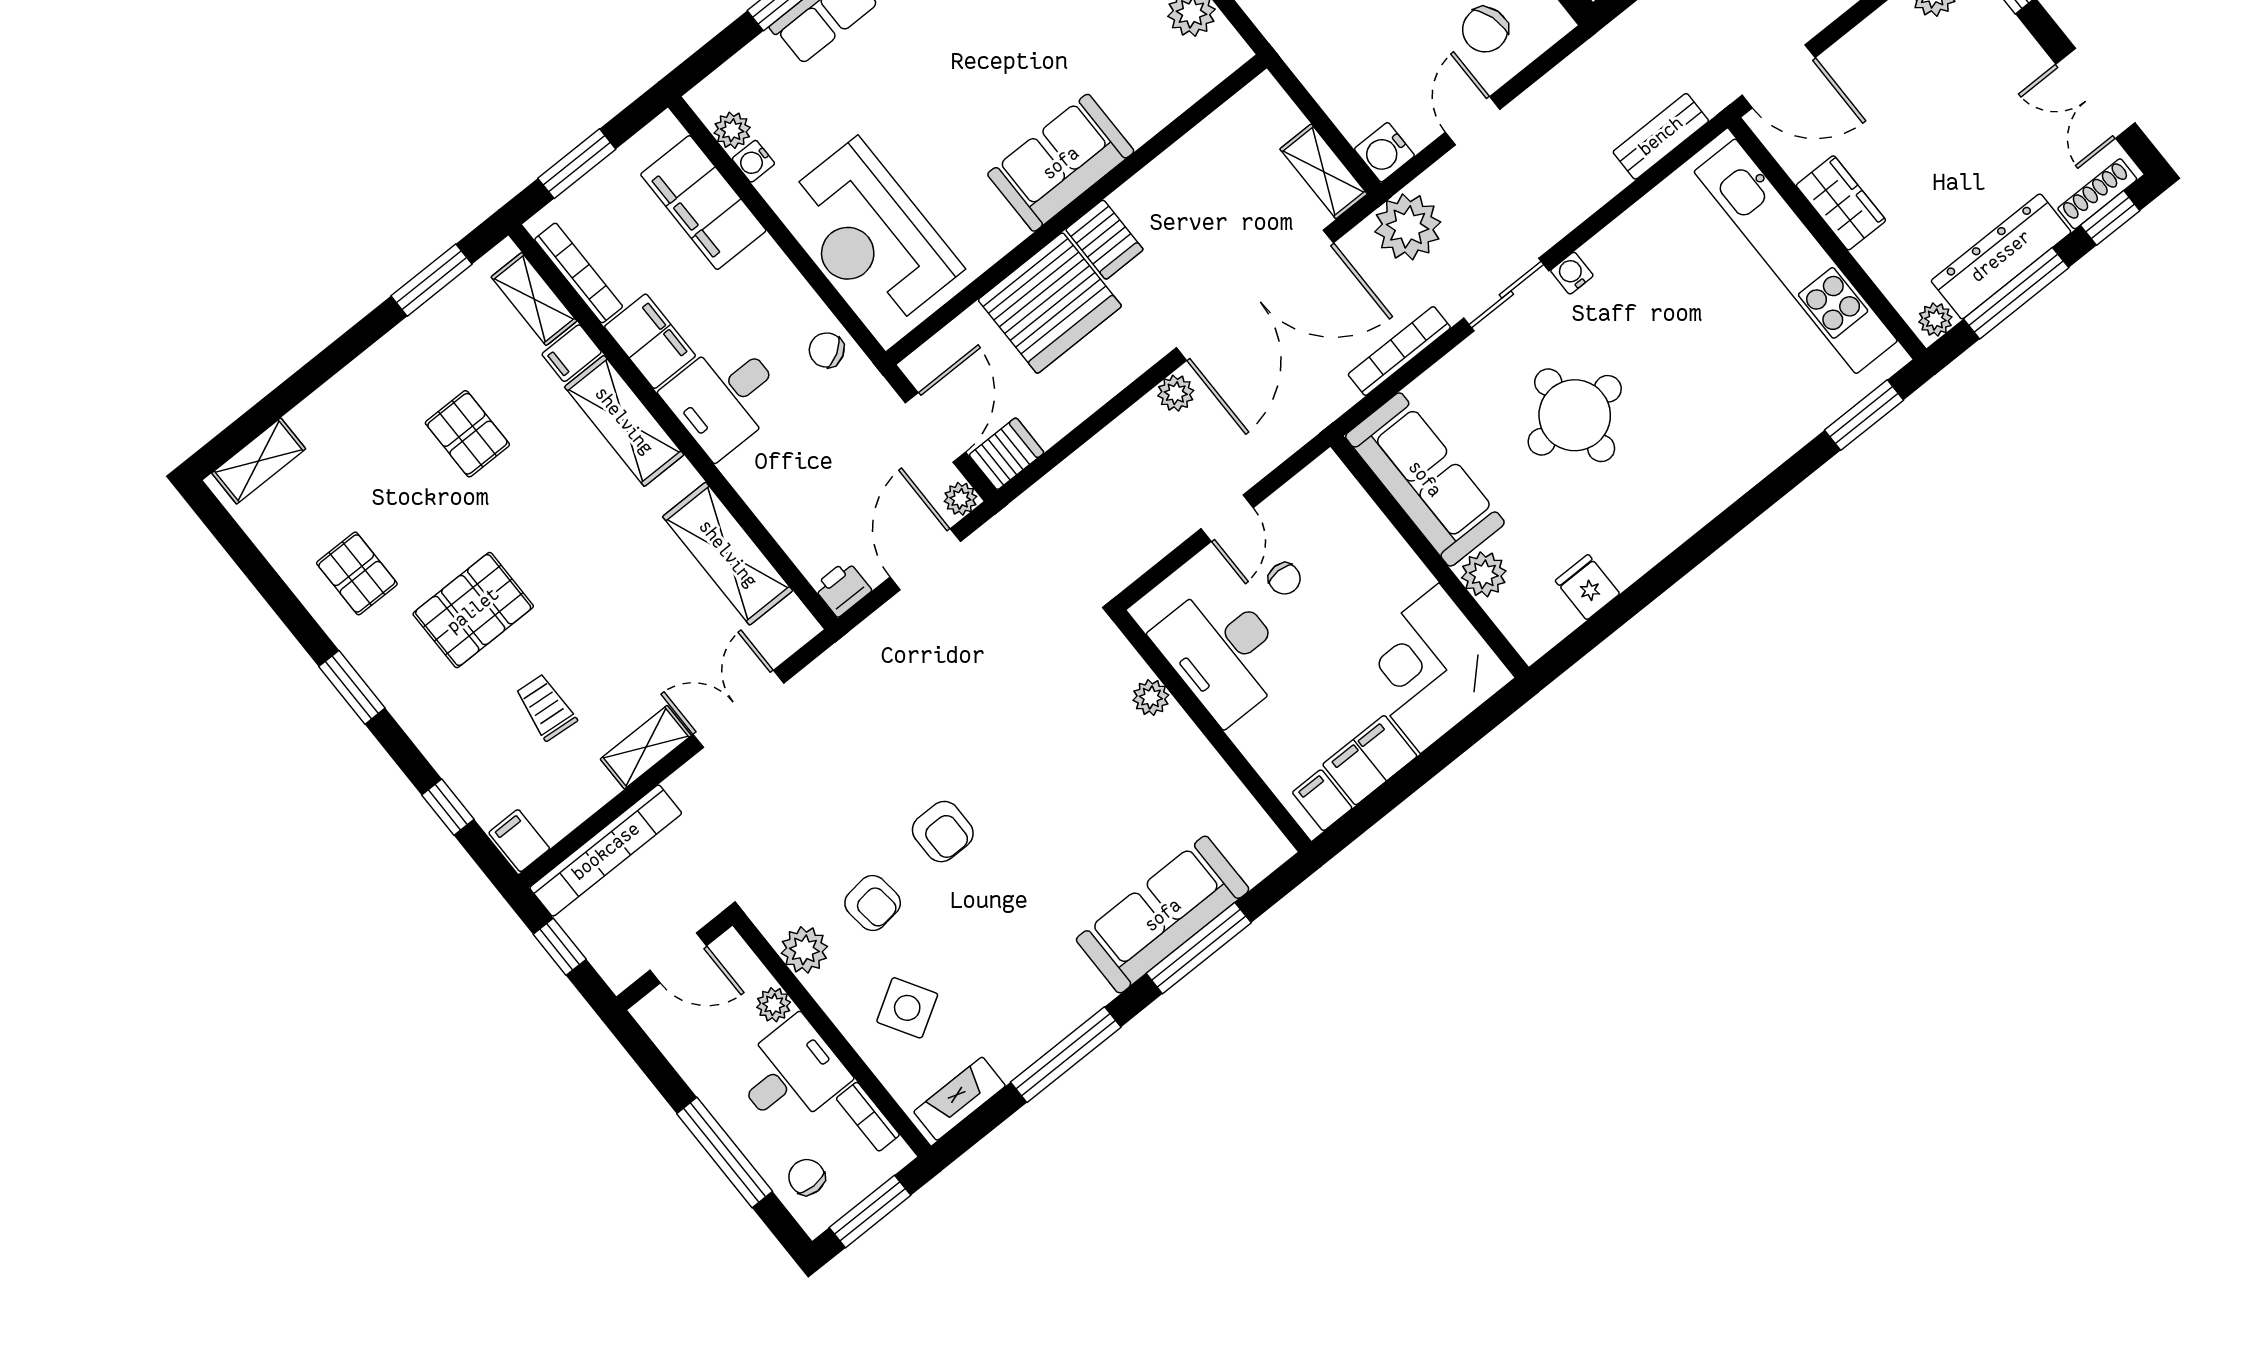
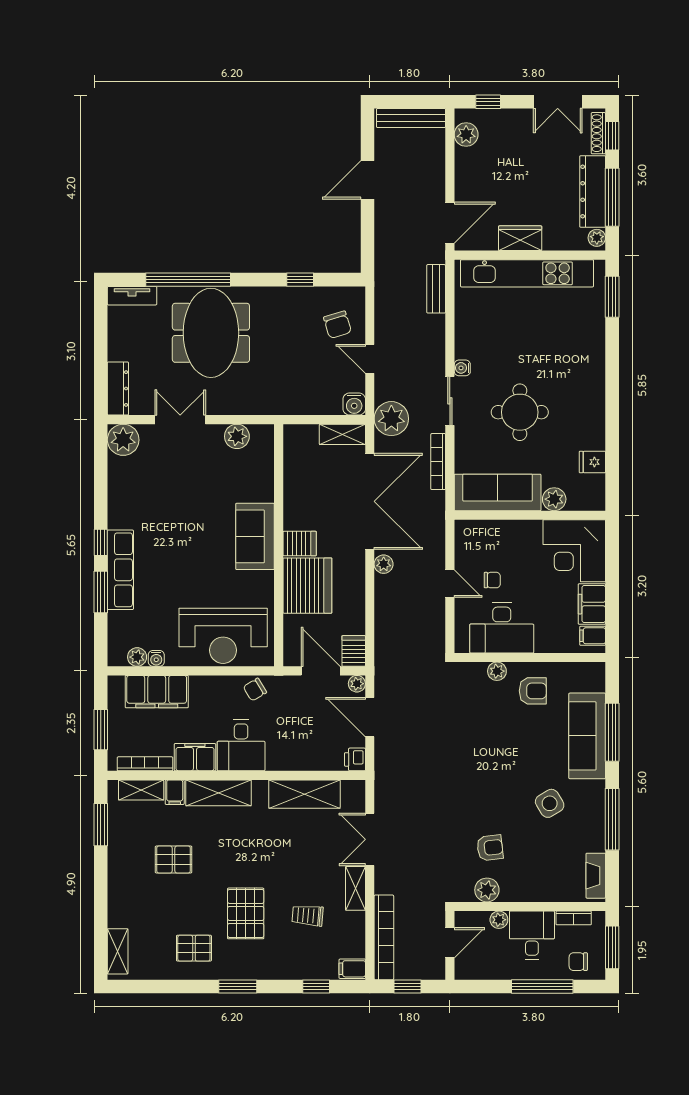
armchair: (943, 832) -> (533, 691), moved
side table: (907, 1008) -> (550, 803), moved

